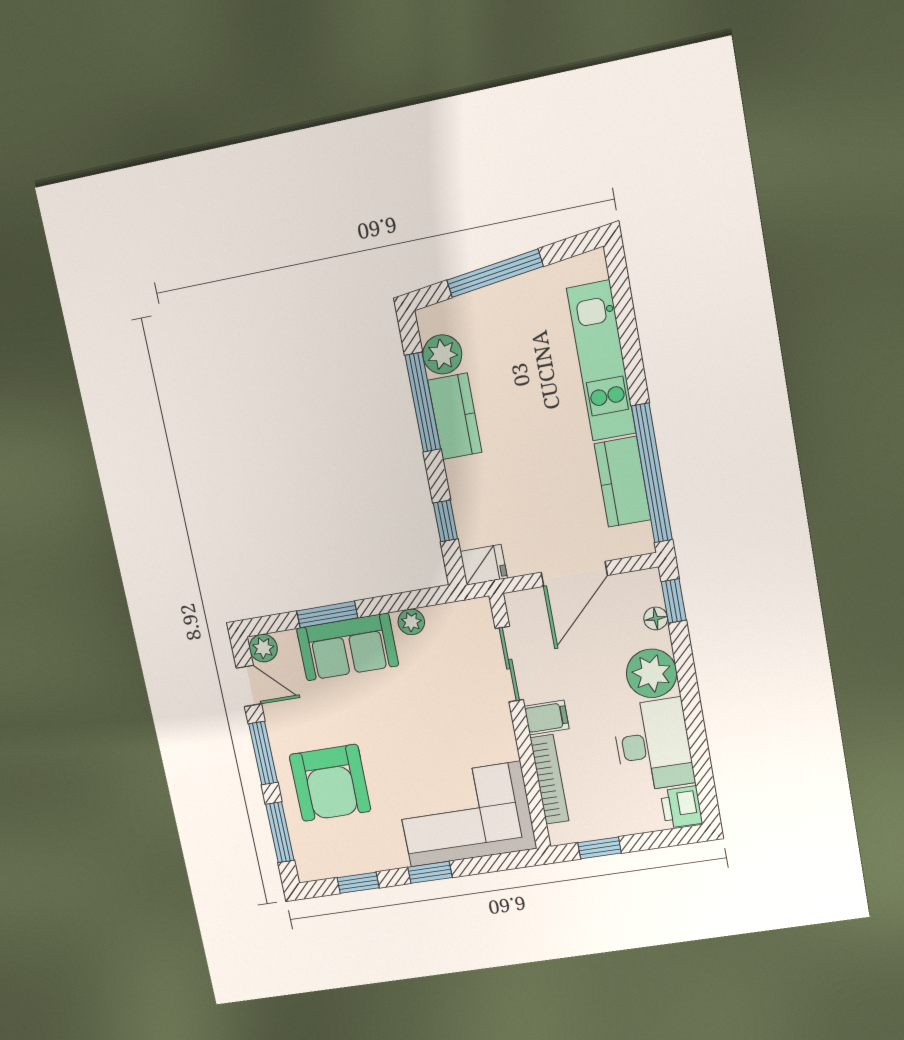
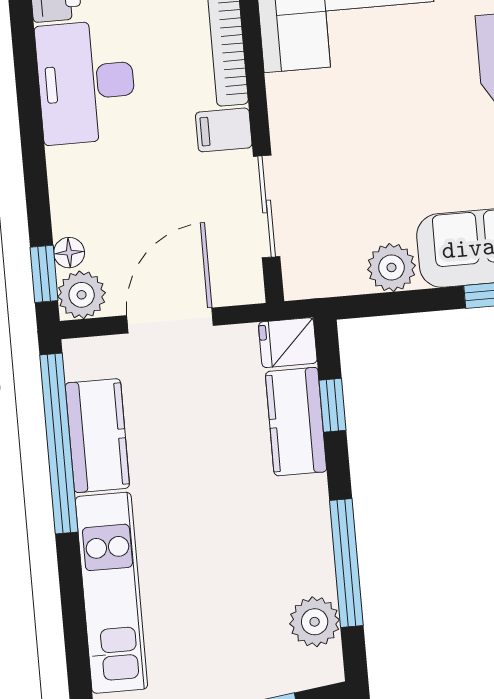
kitchen counter: (455, 416) -> (296, 422), moved
plant: (411, 622) -> (391, 267), width x1.38, depth x1.38
plant: (652, 673) -> (82, 295), moved, width x0.73, depth x0.73

